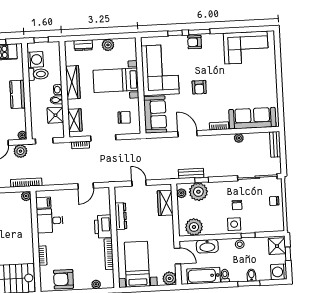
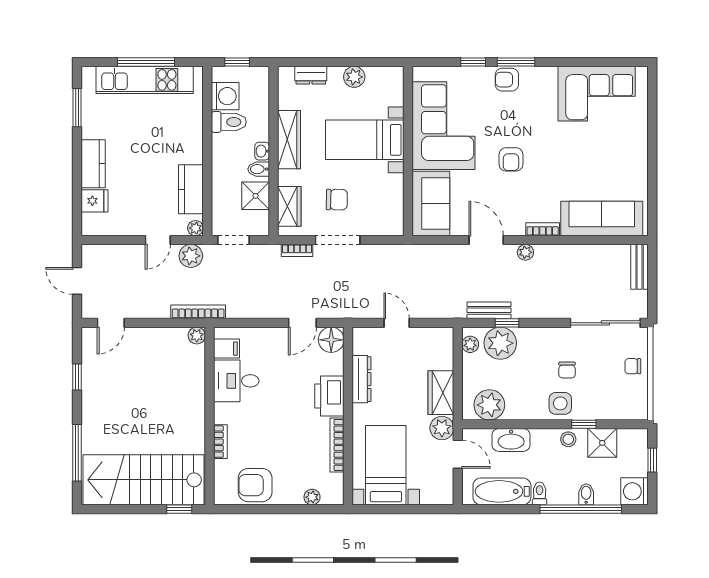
kitchen counter: (18, 94) -> (191, 189), moved
chair: (124, 117) -> (337, 200), moved
plant: (239, 138) -> (525, 252), moved
floor lamp: (102, 195) -> (331, 340), added
wardrobe: (165, 203) -> (441, 393), moved
shower: (277, 246) -> (602, 443), moved
plant: (170, 278) -> (442, 428), moved
window: (249, 283) -> (581, 509), width x2.11

